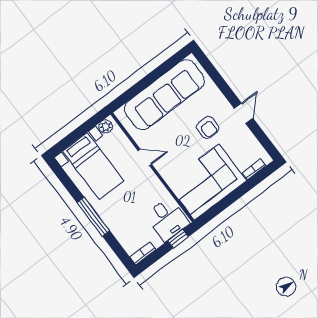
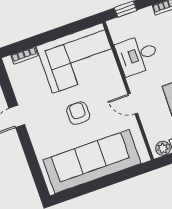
armchair: (208, 127) -> (78, 113), moved
desk: (167, 219) -> (137, 55), moved, turned -90

